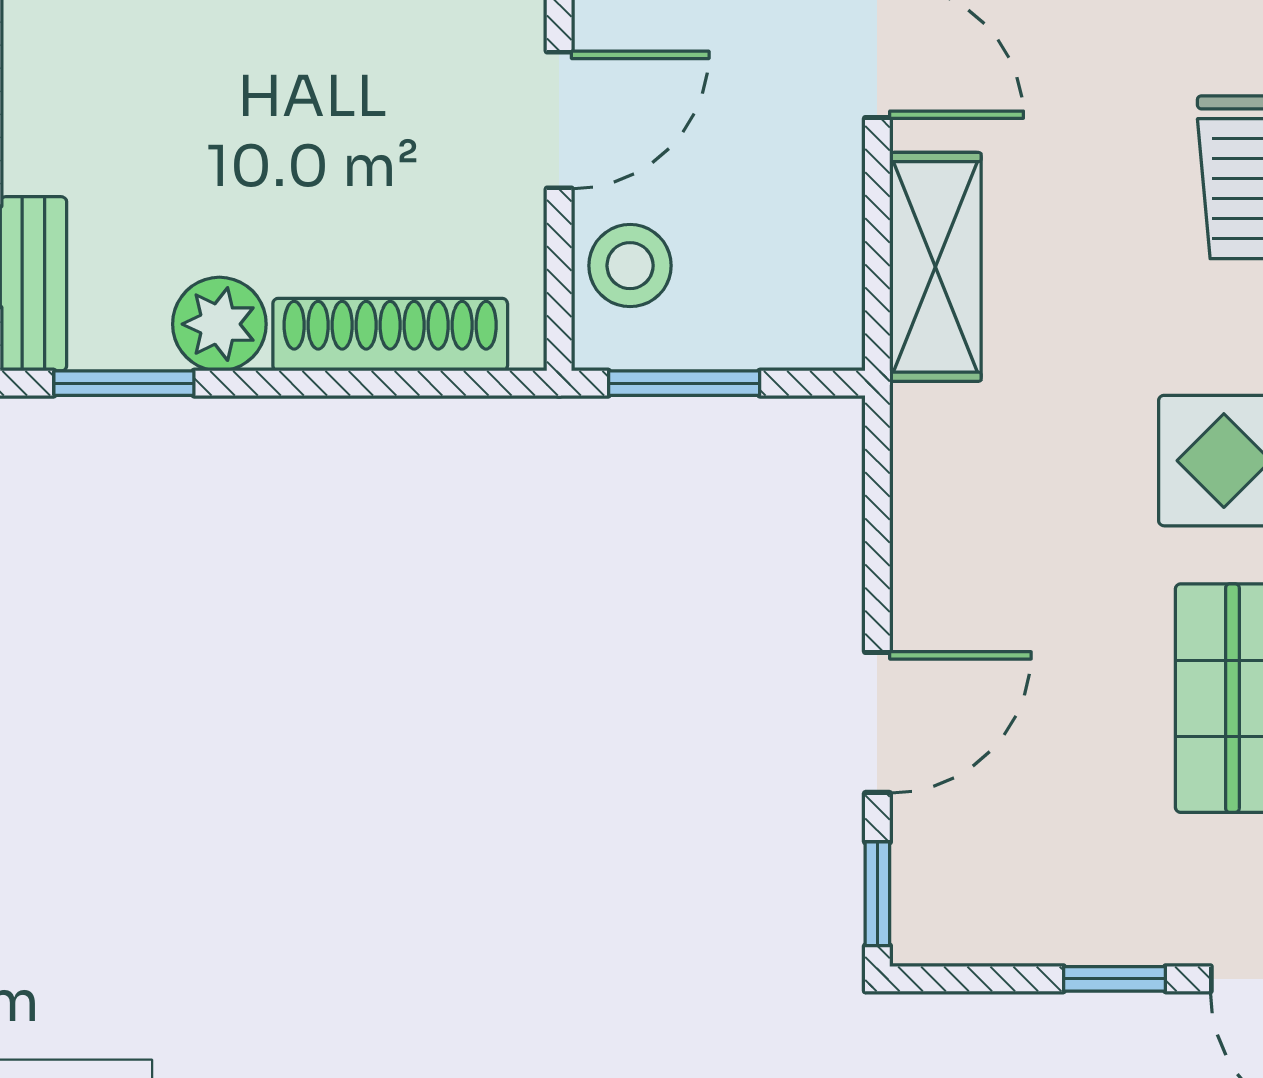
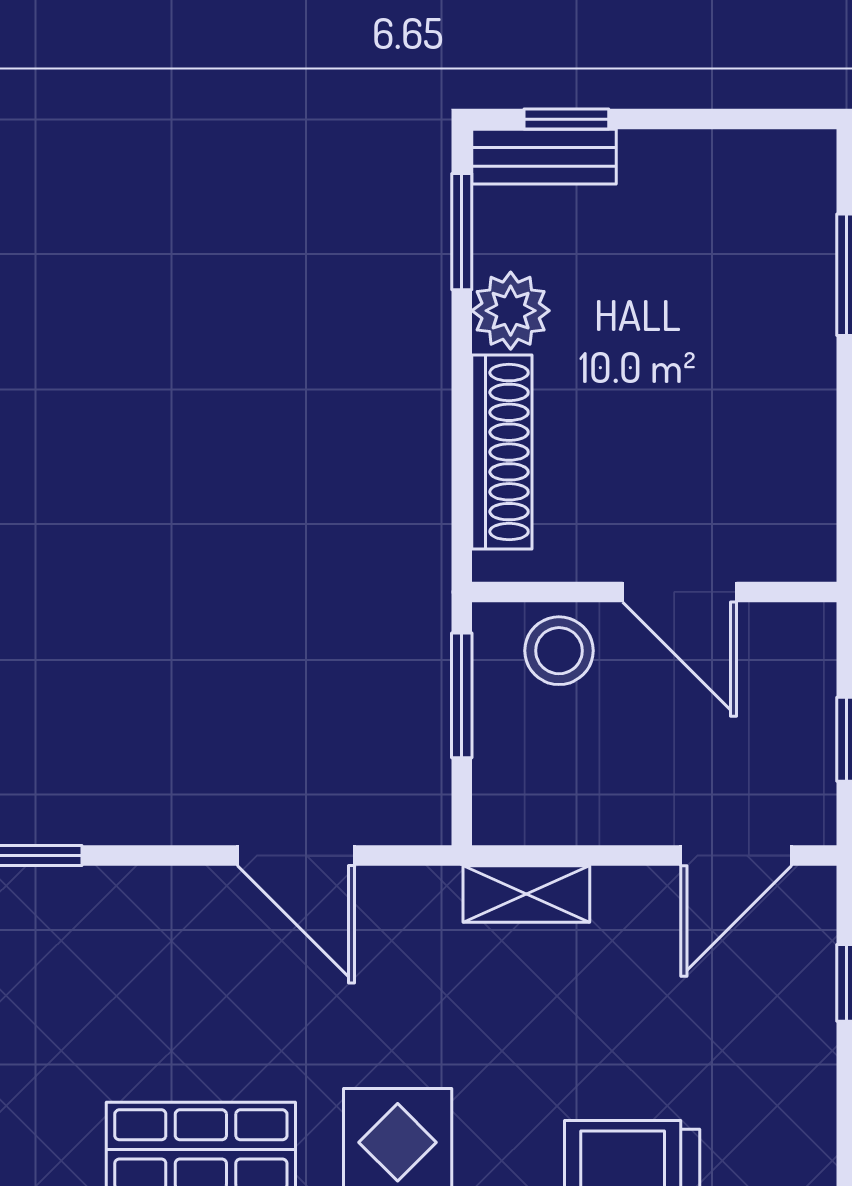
shelving: (935, 267) -> (526, 894), width x0.67, depth x0.75
door: (877, 722) -> (296, 856), moved

